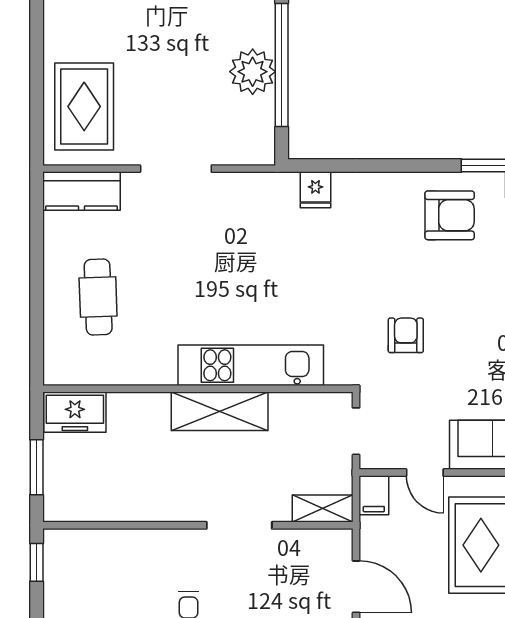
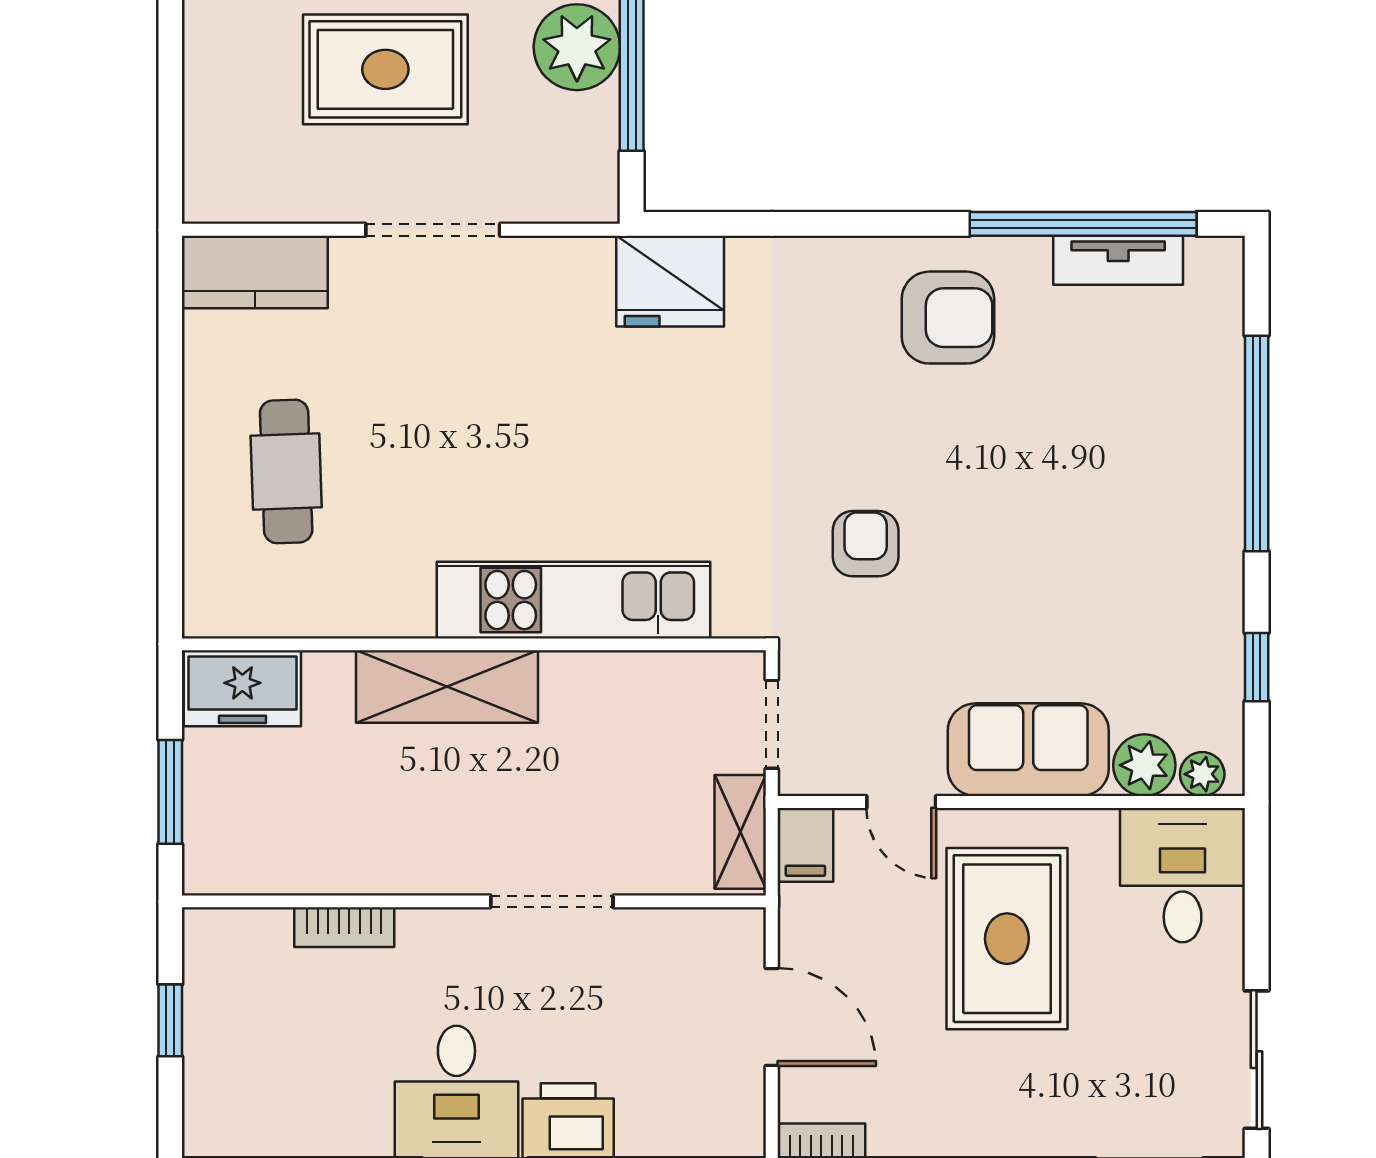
rug: (84, 107) -> (385, 69), moved, turned 90
fridge: (315, 190) -> (670, 281), width x1.88, depth x1.34
shelving: (220, 411) -> (447, 687), moved
shelving: (323, 509) -> (740, 832), moved, turned 90
bookcase: (129, 539) -> (344, 927), added
window: (37, 562) -> (170, 1020), moved

